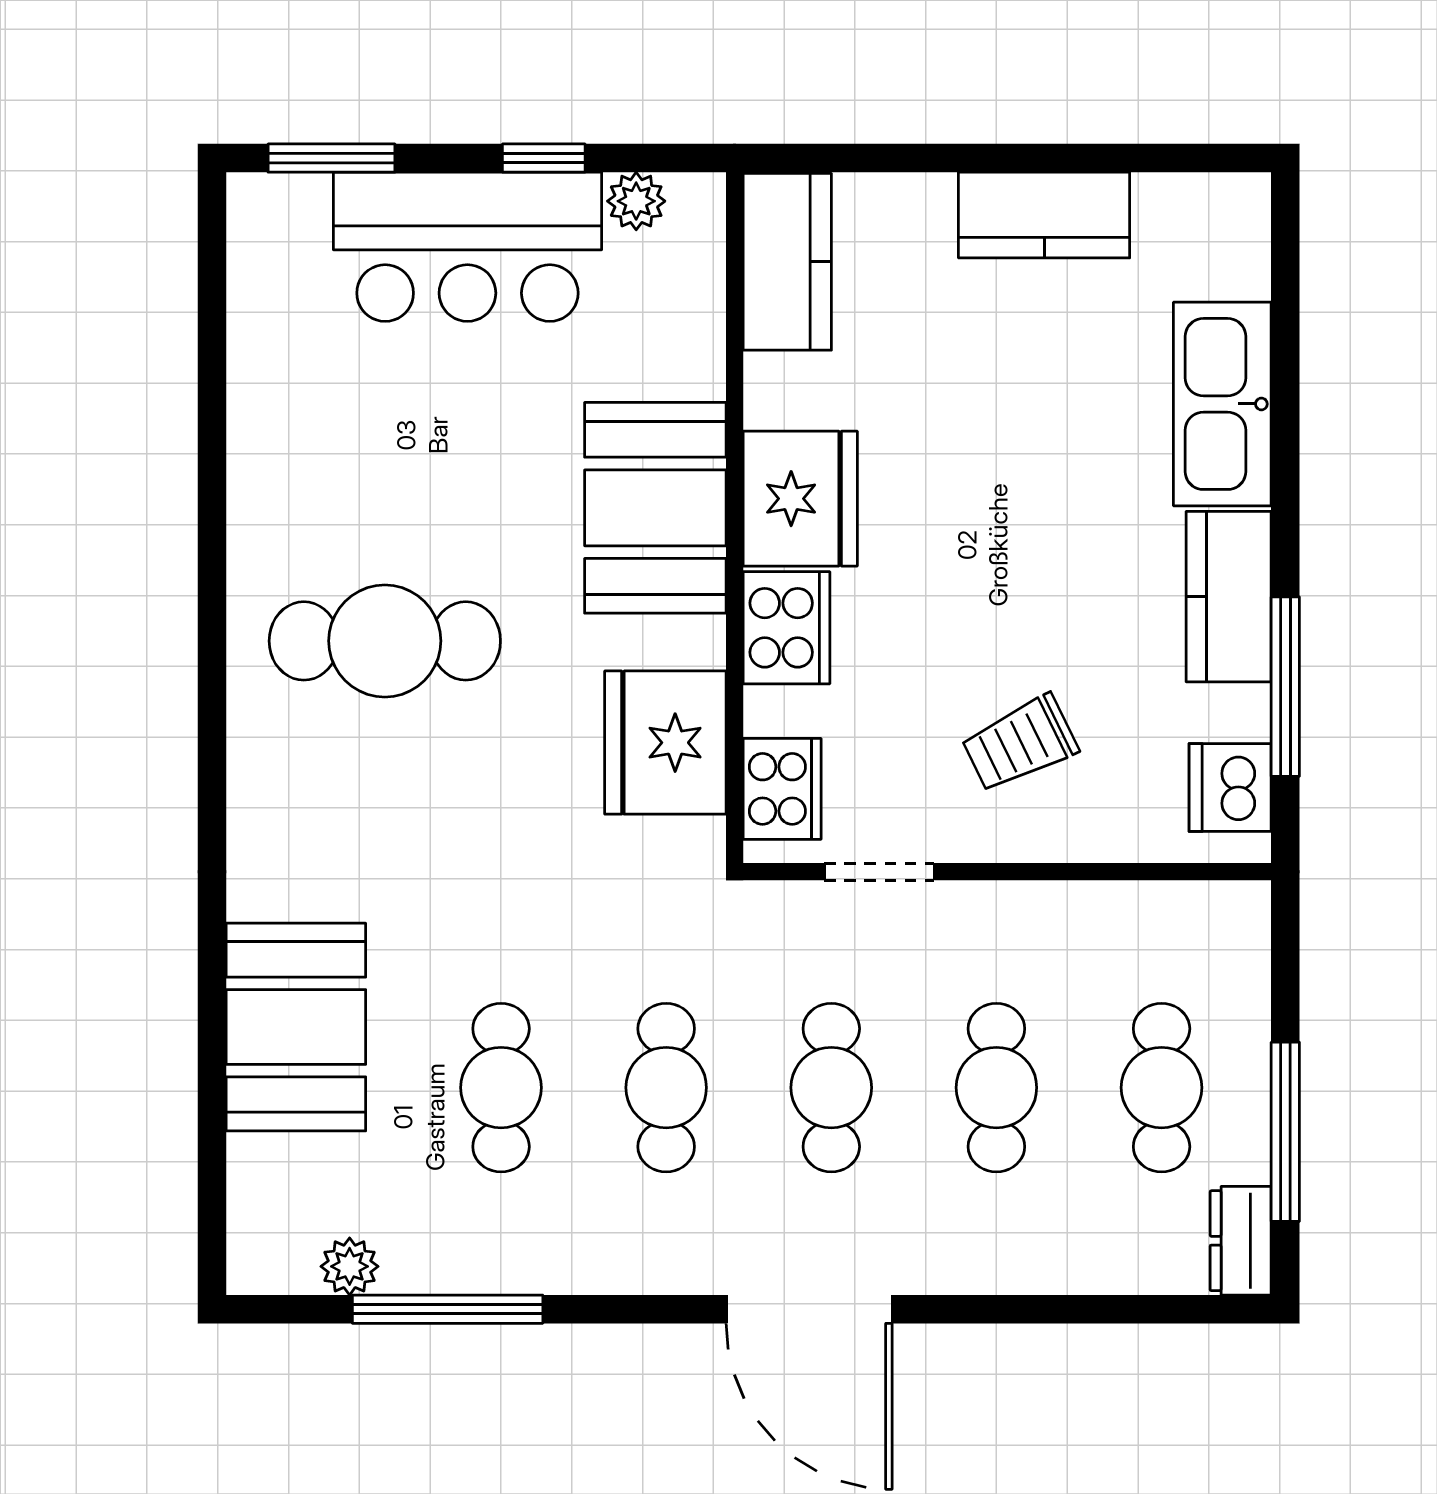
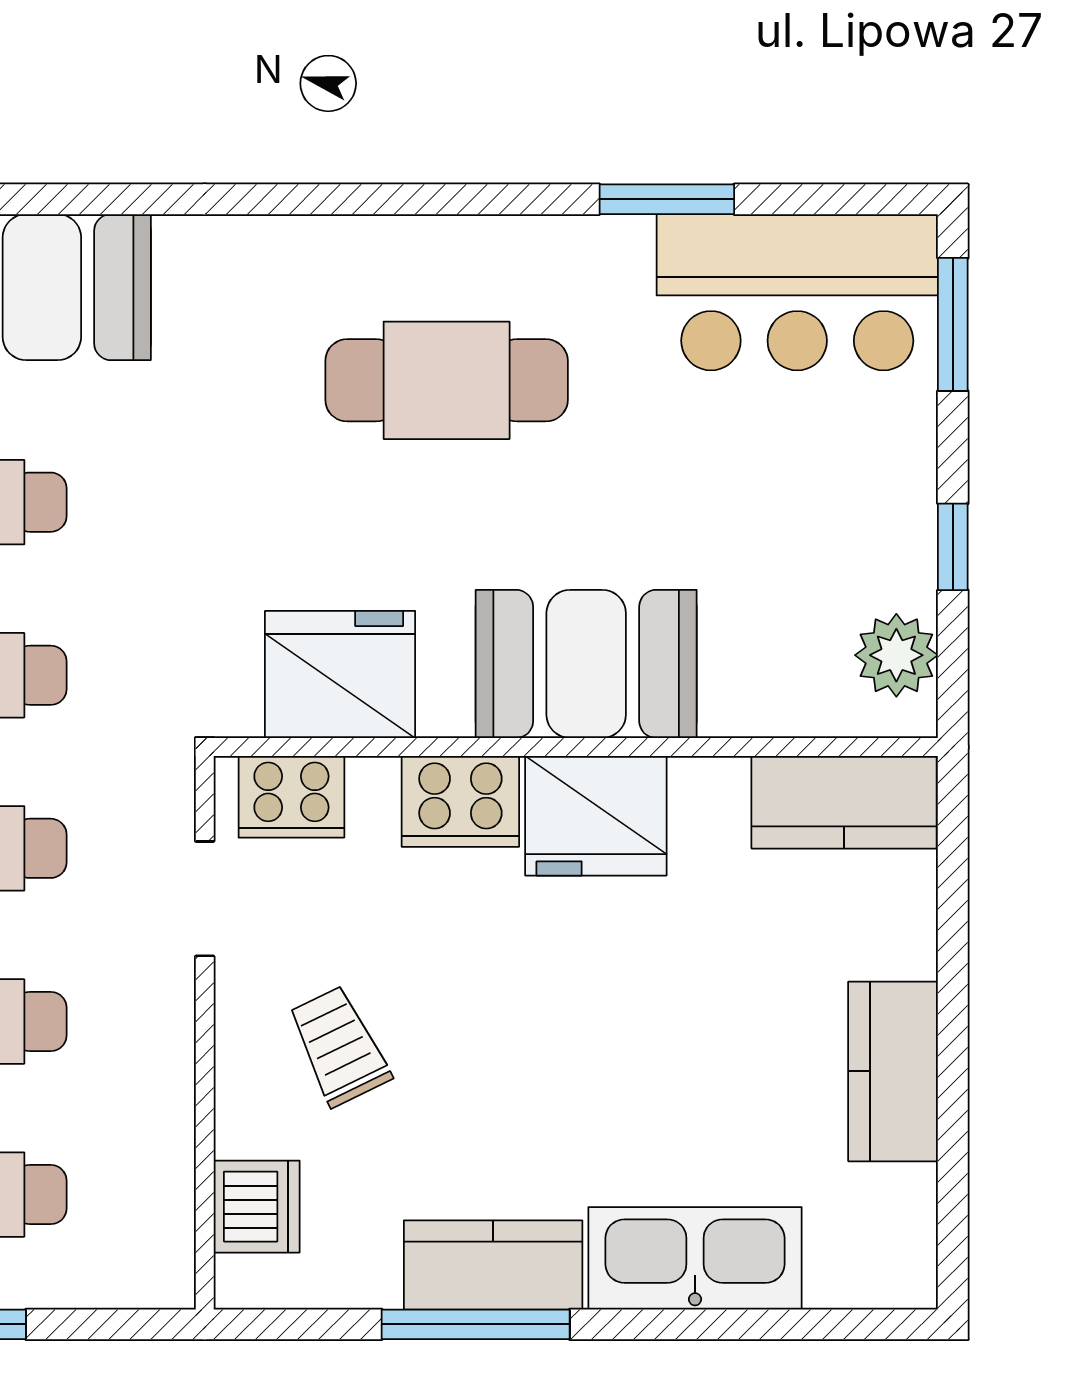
plant: (636, 201) -> (896, 655), width x1.38, depth x1.38
bar counter: (467, 247) -> (797, 292), moved, turned -90
window: (212, 431) -> (667, 199), added
cafe table: (385, 641) -> (447, 380), turned 90
window: (1285, 687) -> (476, 1324), moved
dishwasher: (1230, 787) -> (257, 1207), moved, turned 90

